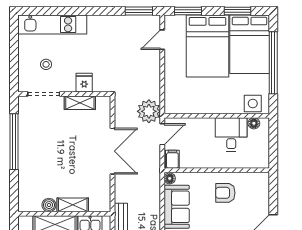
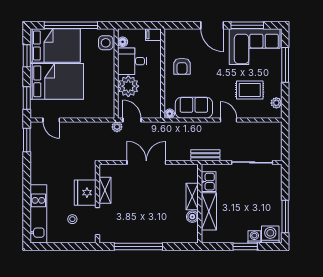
fridge: (84, 83) -> (85, 193), width x1.88, depth x1.34
plant: (149, 111) -> (117, 127), width x0.53, depth x0.53
plant: (202, 130) -> (128, 86), added
filing cabinet: (172, 159) -> (153, 35), moved

